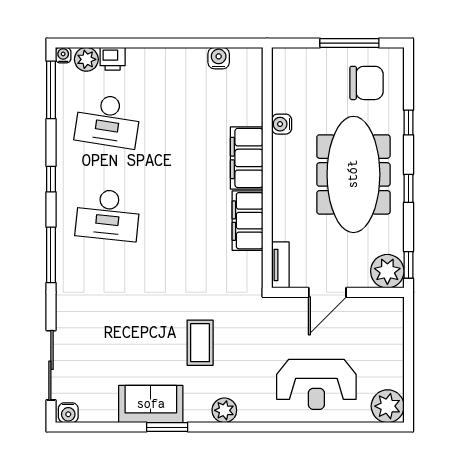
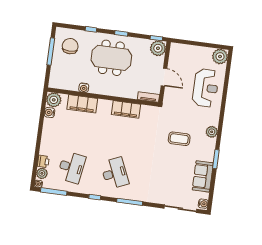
plant: (247, 63) -> (54, 100), added
filing cabinet: (247, 158) -> (82, 104), moved
meeting table: (353, 174) -> (111, 58), width x0.73
desk: (108, 215) -> (115, 173), turned -30
sofa: (151, 404) -> (203, 176), moved

